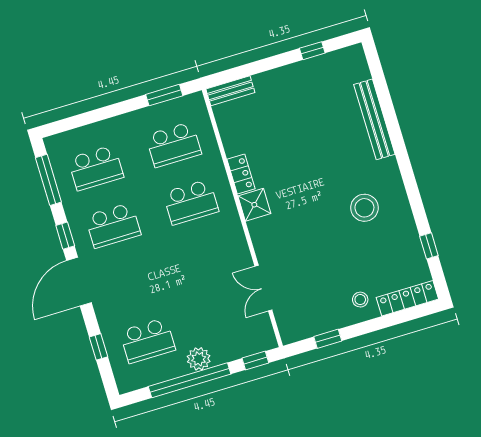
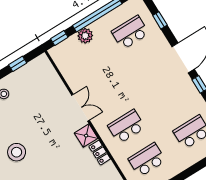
school desk: (113, 225) -> (171, 99), removed
double door: (263, 288) -> (81, 108), moved
plant: (199, 359) -> (85, 36), moved

